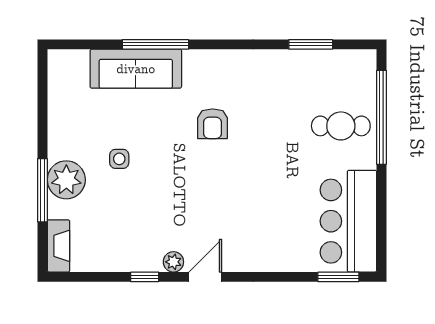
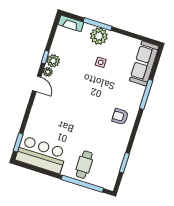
sofa: (136, 69) -> (144, 63), moved
armchair: (213, 124) -> (120, 117), moved
plant: (147, 258) -> (53, 61), added

